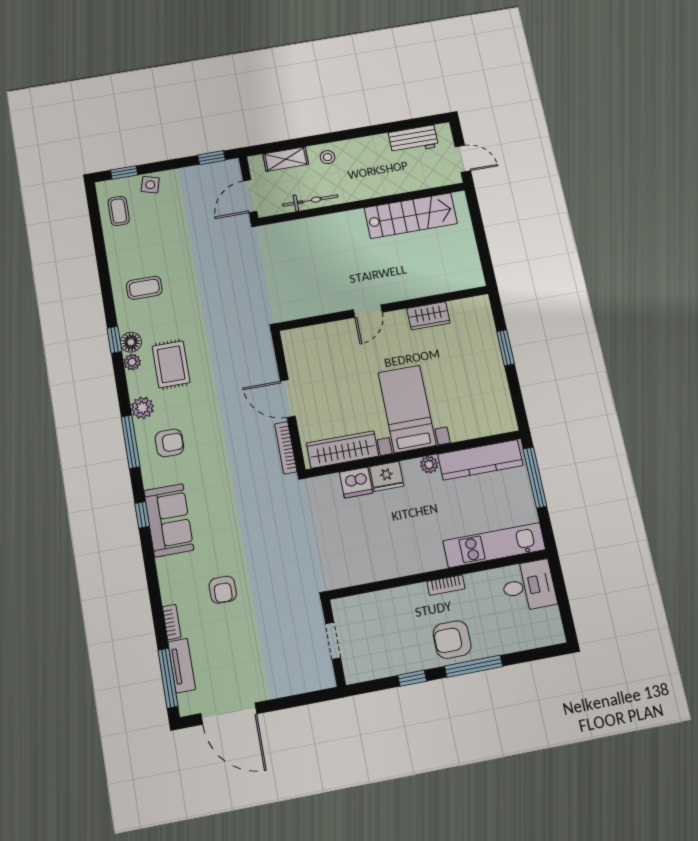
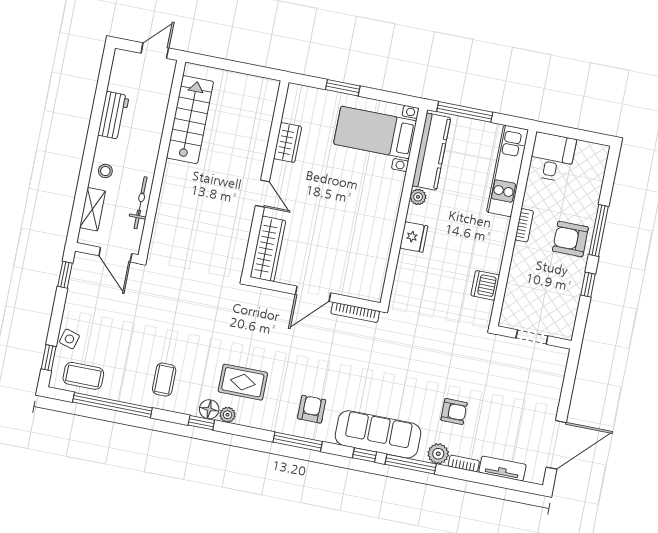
workbench: (413, 140) -> (113, 115), moved
coffee table: (119, 211) -> (83, 376), width x1.36, depth x1.30
window: (100, 249) -> (112, 405), added
plant: (142, 408) -> (438, 454), moved
bed with nightstands: (407, 409) -> (375, 132), moved
wardrobe: (343, 449) -> (268, 249), moved, turned 180
dishwasher: (356, 483) -> (485, 285), moved, turned 180
sofa: (169, 520) -> (378, 434), width x1.36
armchair: (452, 640) -> (570, 239), turned 90
window: (168, 678) -> (411, 464), moved

